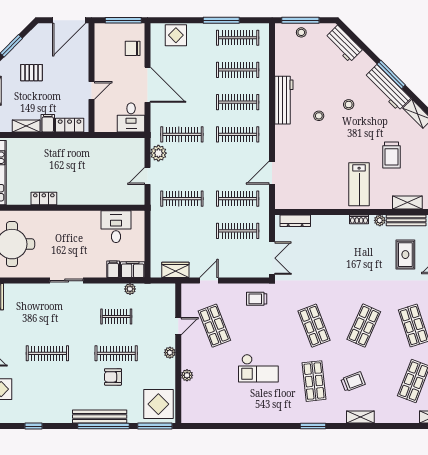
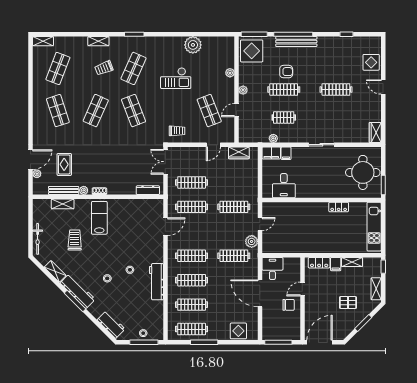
chair: (133, 48) -> (289, 305), moved
checkout: (258, 368) -> (176, 78), turned 180
shop shelf: (314, 381) -> (134, 68), turned 30
plant: (236, 412) -> (193, 45), added

